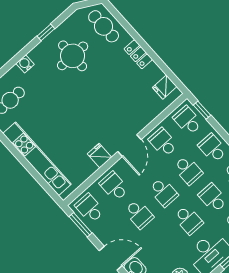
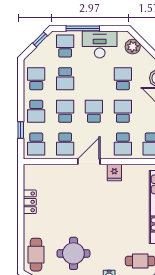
locker: (138, 54) -> (30, 202), moved
fridge: (165, 87) -> (32, 179), removed
window: (202, 110) -> (21, 130), moved
school desk: (188, 220) -> (123, 79), moved

